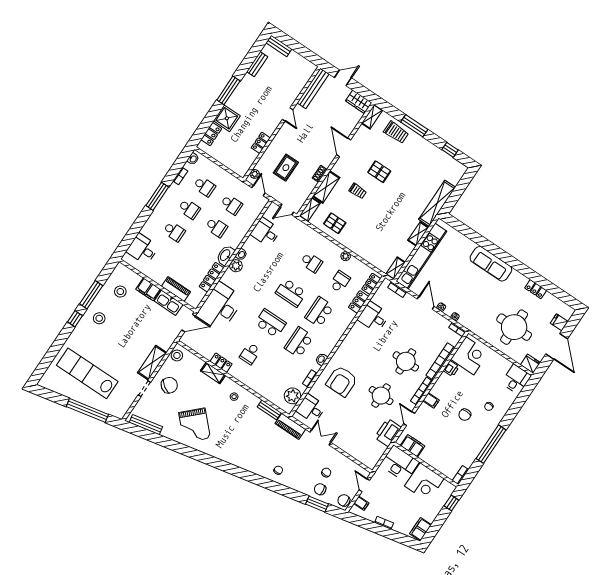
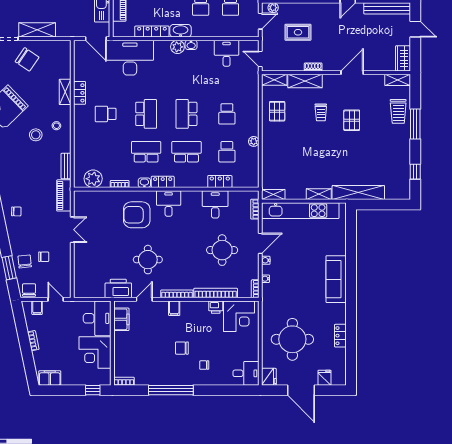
school desk: (340, 282) -> (227, 152), turned 90
locker: (371, 284) -> (163, 182), moved
door: (557, 346) -> (301, 390), hinge flipped
stool: (177, 355) -> (36, 135), moved
round table: (406, 361) -> (222, 250), moved
desk: (311, 408) -> (169, 203), moved
door: (364, 485) -> (56, 299), hinge flipped

